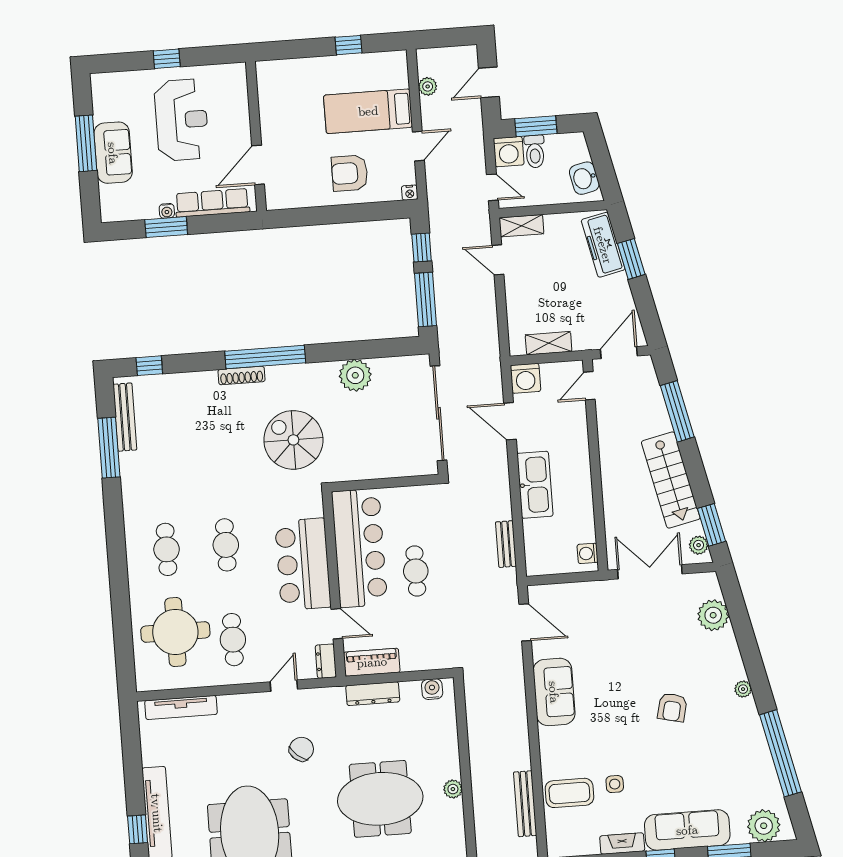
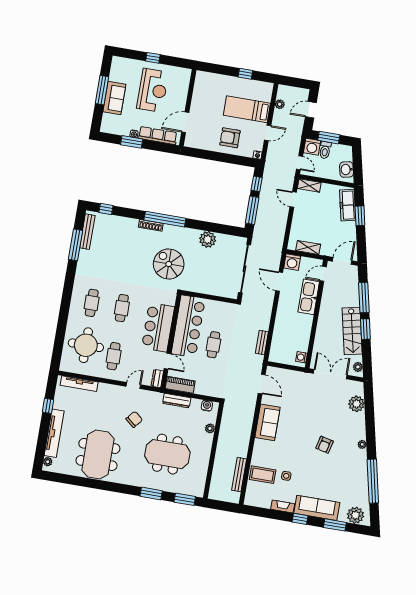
kitchen sink: (535, 485) -> (309, 297), moved, turned 180
window: (712, 525) -> (365, 329), moved
plant: (453, 789) -> (210, 428), moved
window: (138, 829) -> (48, 406), moved

